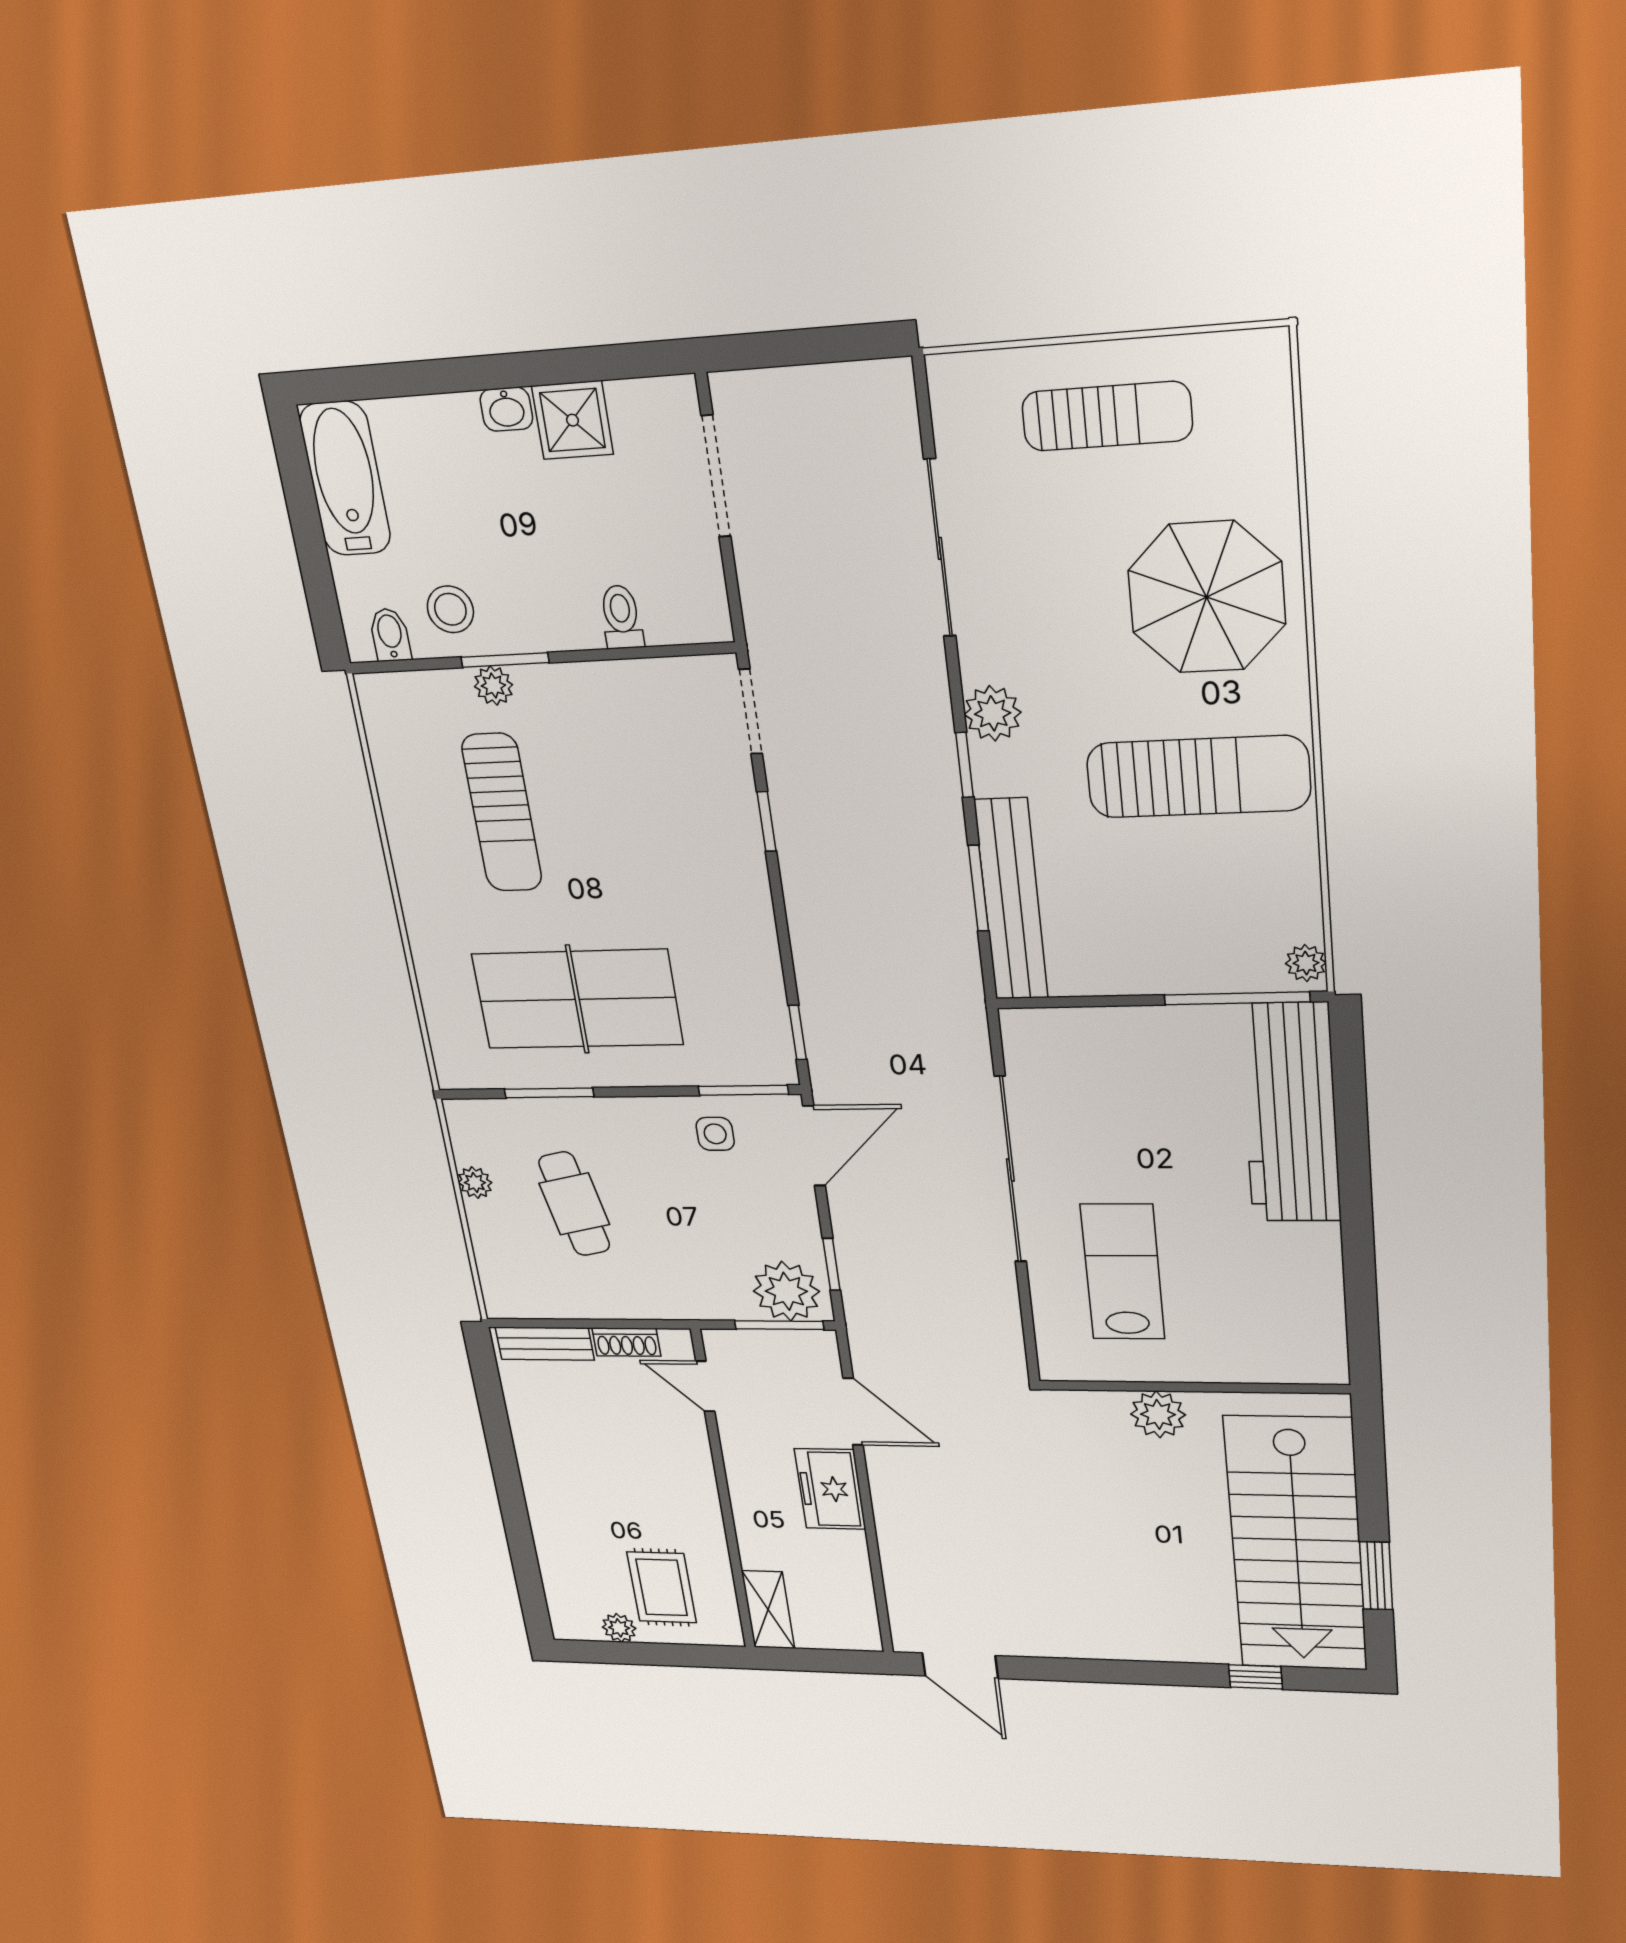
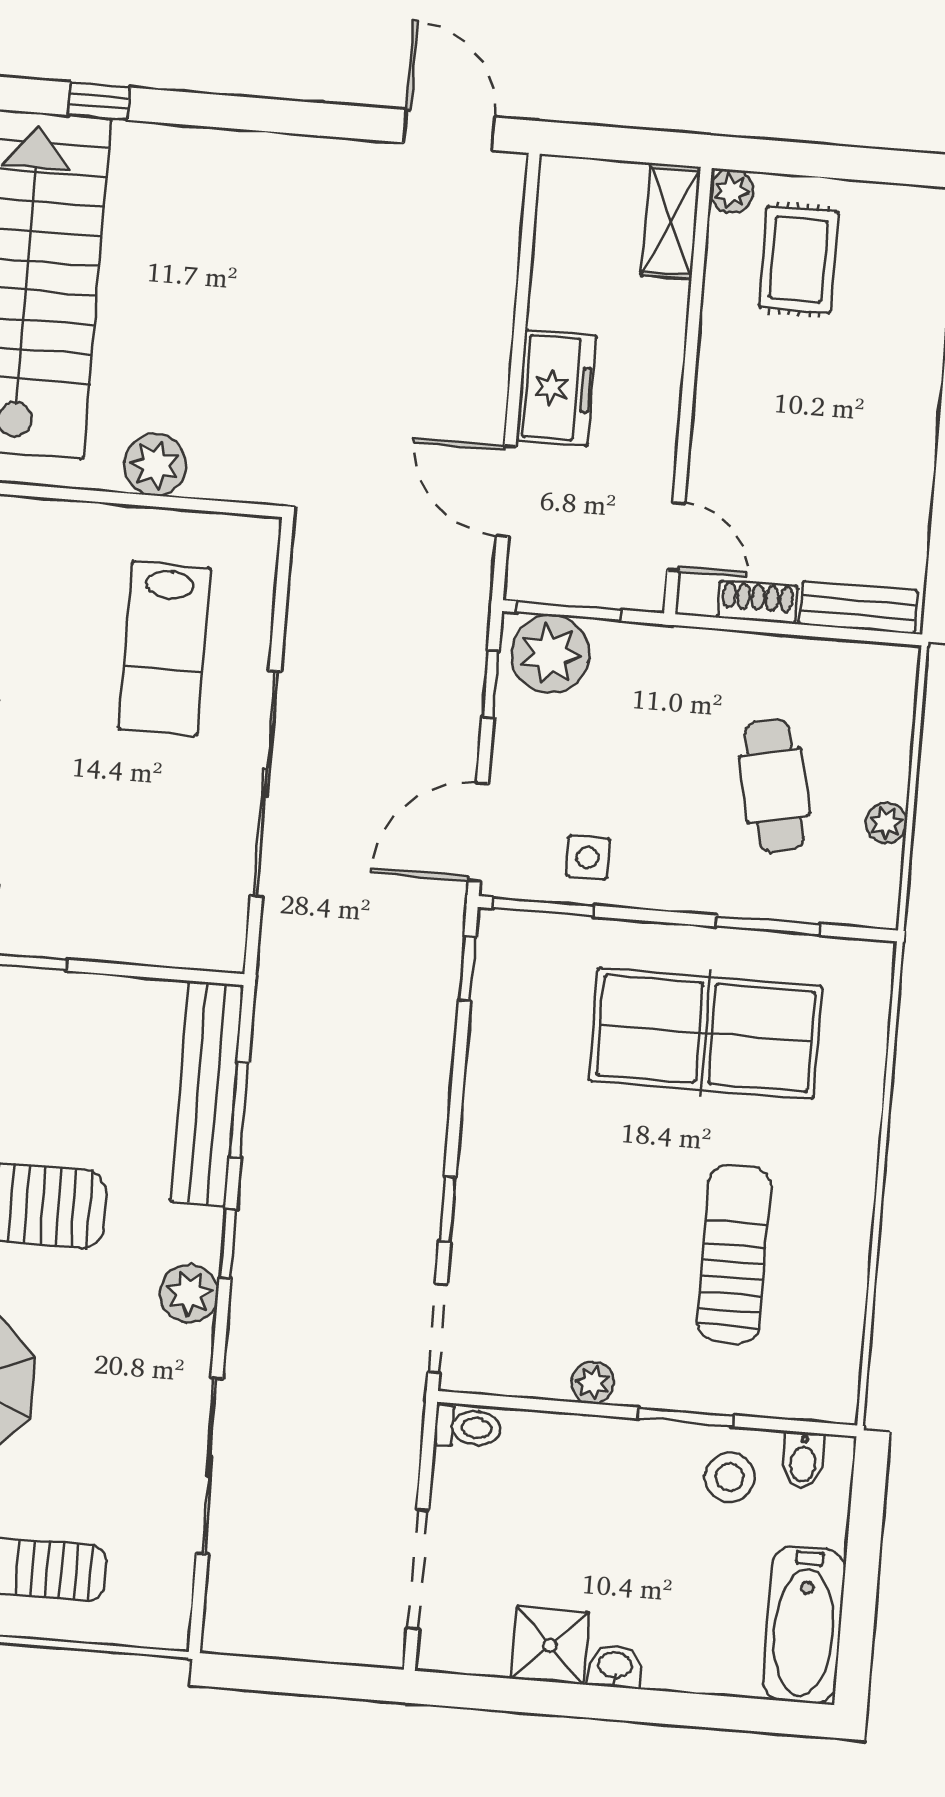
toilet: (621, 617) -> (468, 1428), moved, turned -90
plant: (493, 686) -> (593, 1382), moved
plant: (619, 1628) -> (731, 191), moved

